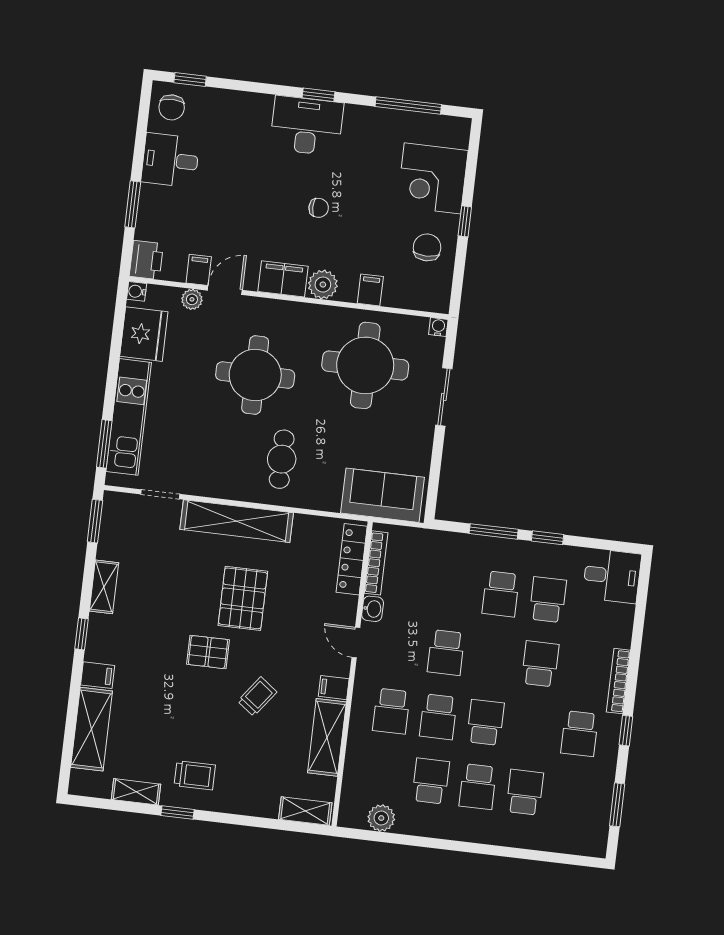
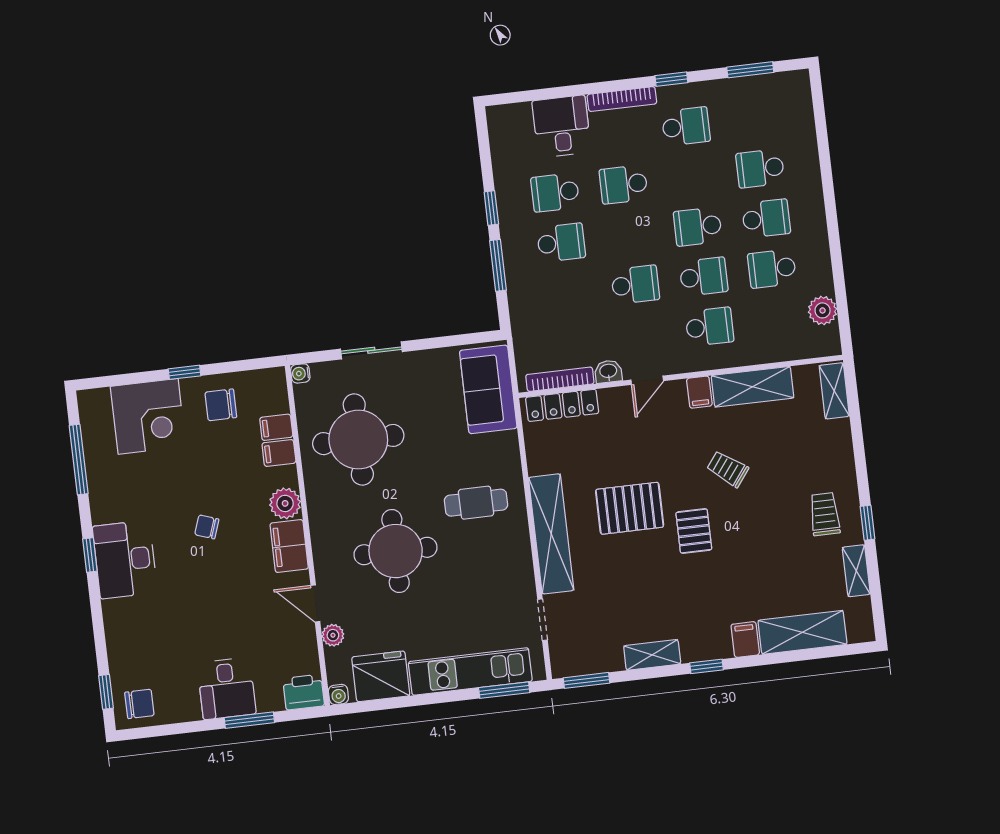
desk: (170, 160) -> (227, 688), moved
chair: (319, 208) -> (207, 527), turned -71
filing cabinet: (199, 270) -> (276, 427), moved
desk: (612, 576) -> (561, 126), moved

